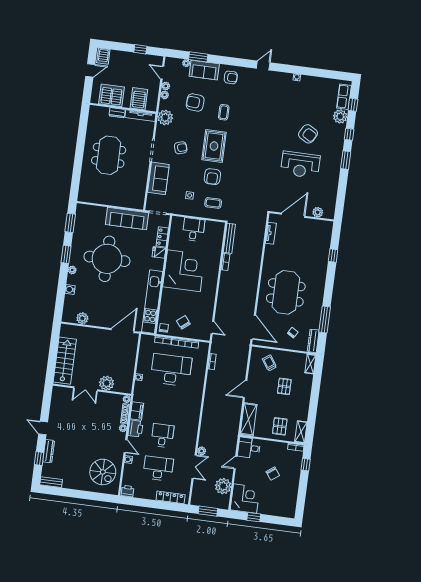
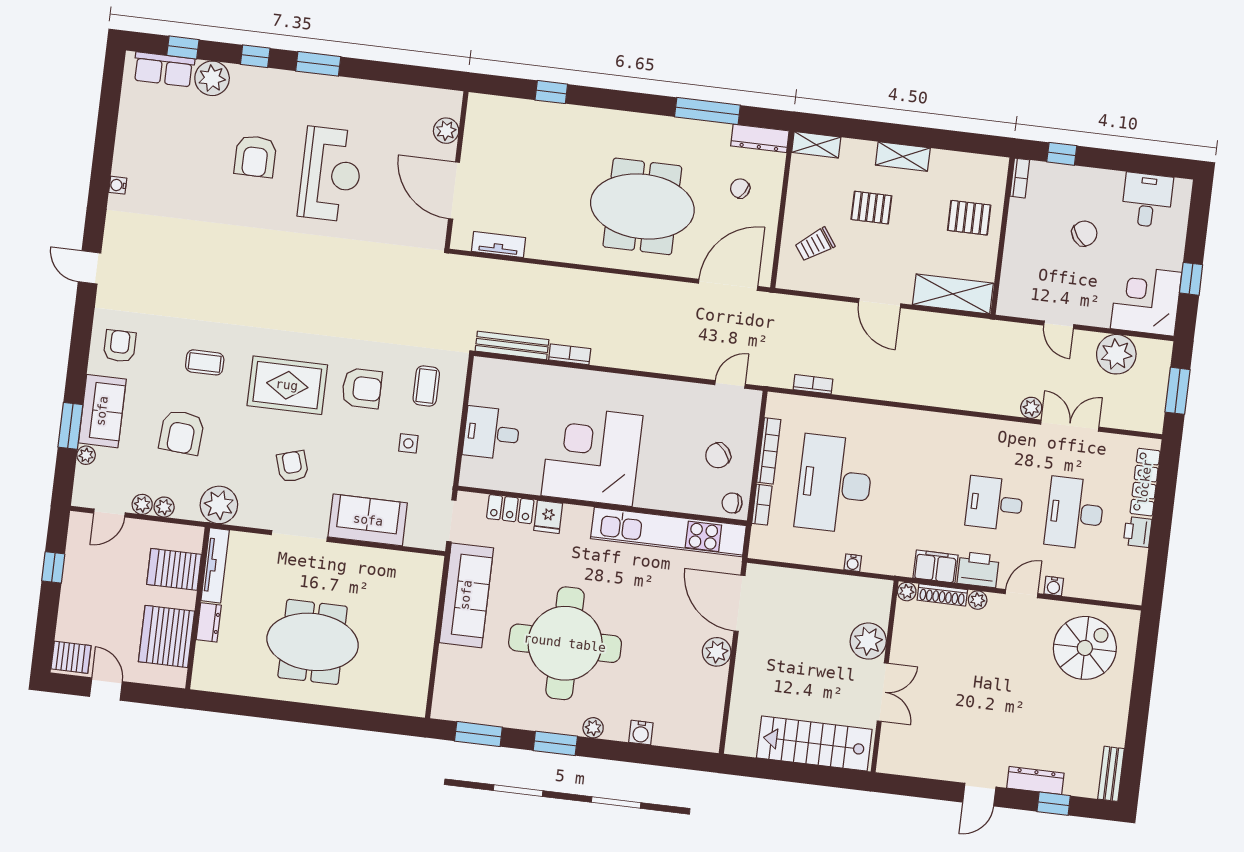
armchair: (308, 134) -> (255, 156), turned 150
plant: (82, 318) -> (717, 652), moved
shelving: (301, 432) -> (903, 156), moved
desk: (249, 448) -> (1147, 200), moved, turned 180
printer: (128, 491) -> (1138, 532), moved

